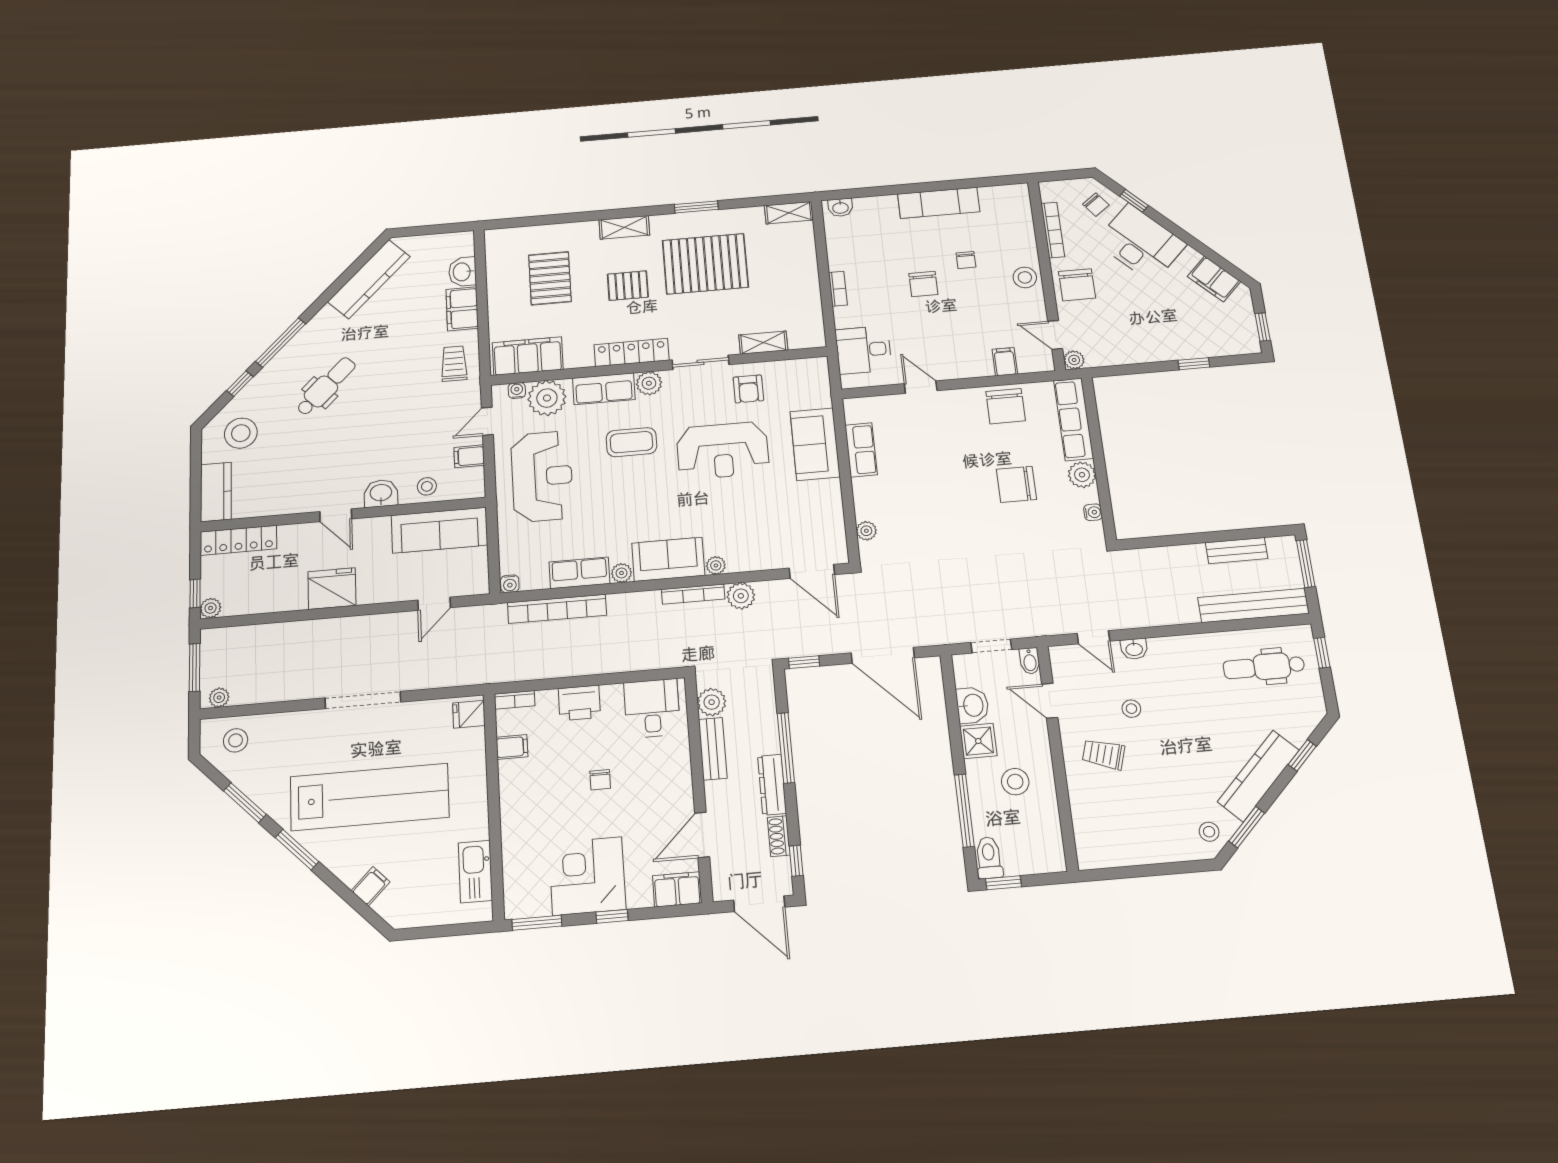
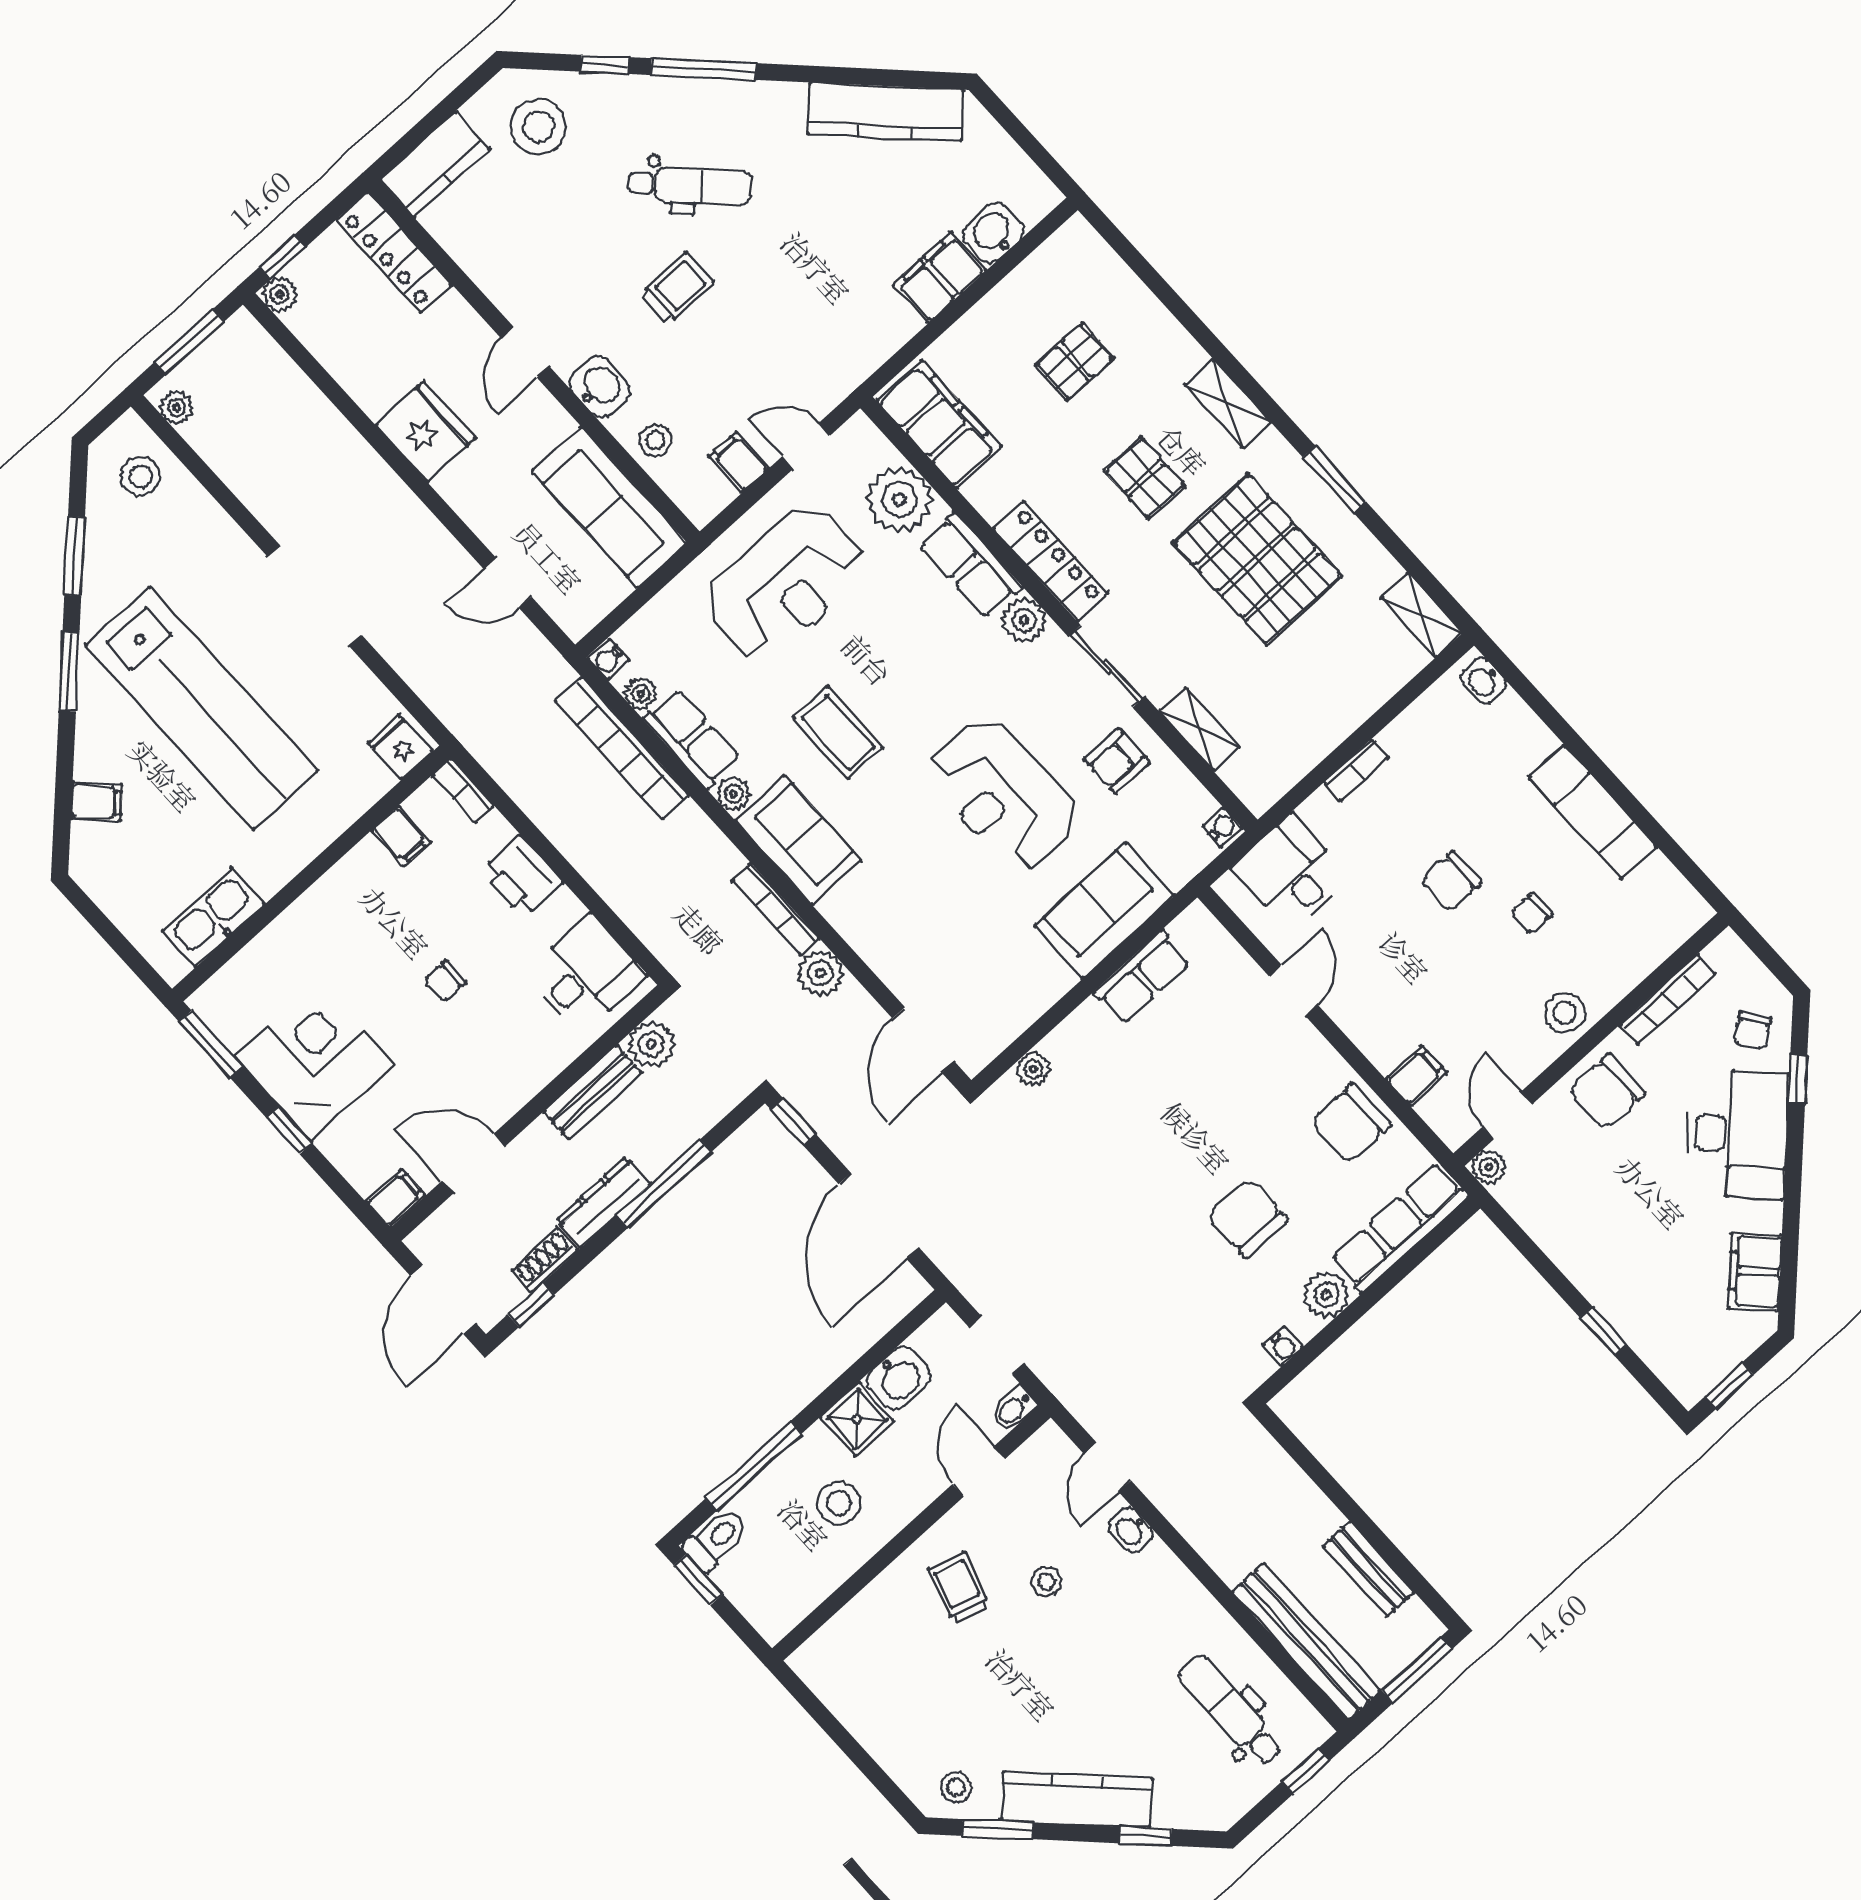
pallet: (550, 278) -> (1075, 362), width x0.67, depth x0.71
trolley: (454, 364) -> (677, 289), moved
water cooler: (517, 391) -> (1222, 827), moved
coffee table: (631, 442) -> (838, 733), moved
plant: (716, 565) -> (641, 693), moved
filing cabinet: (677, 889) -> (396, 1198), width x0.50

